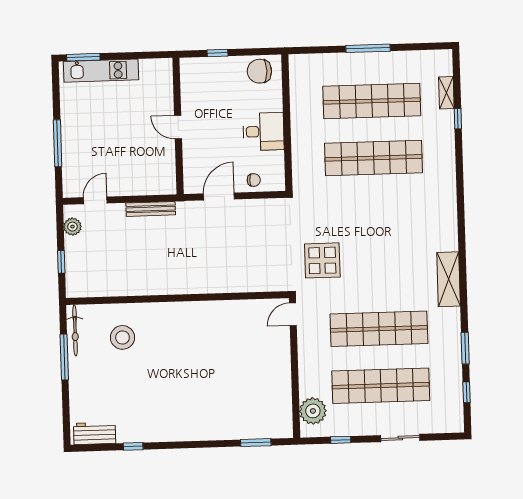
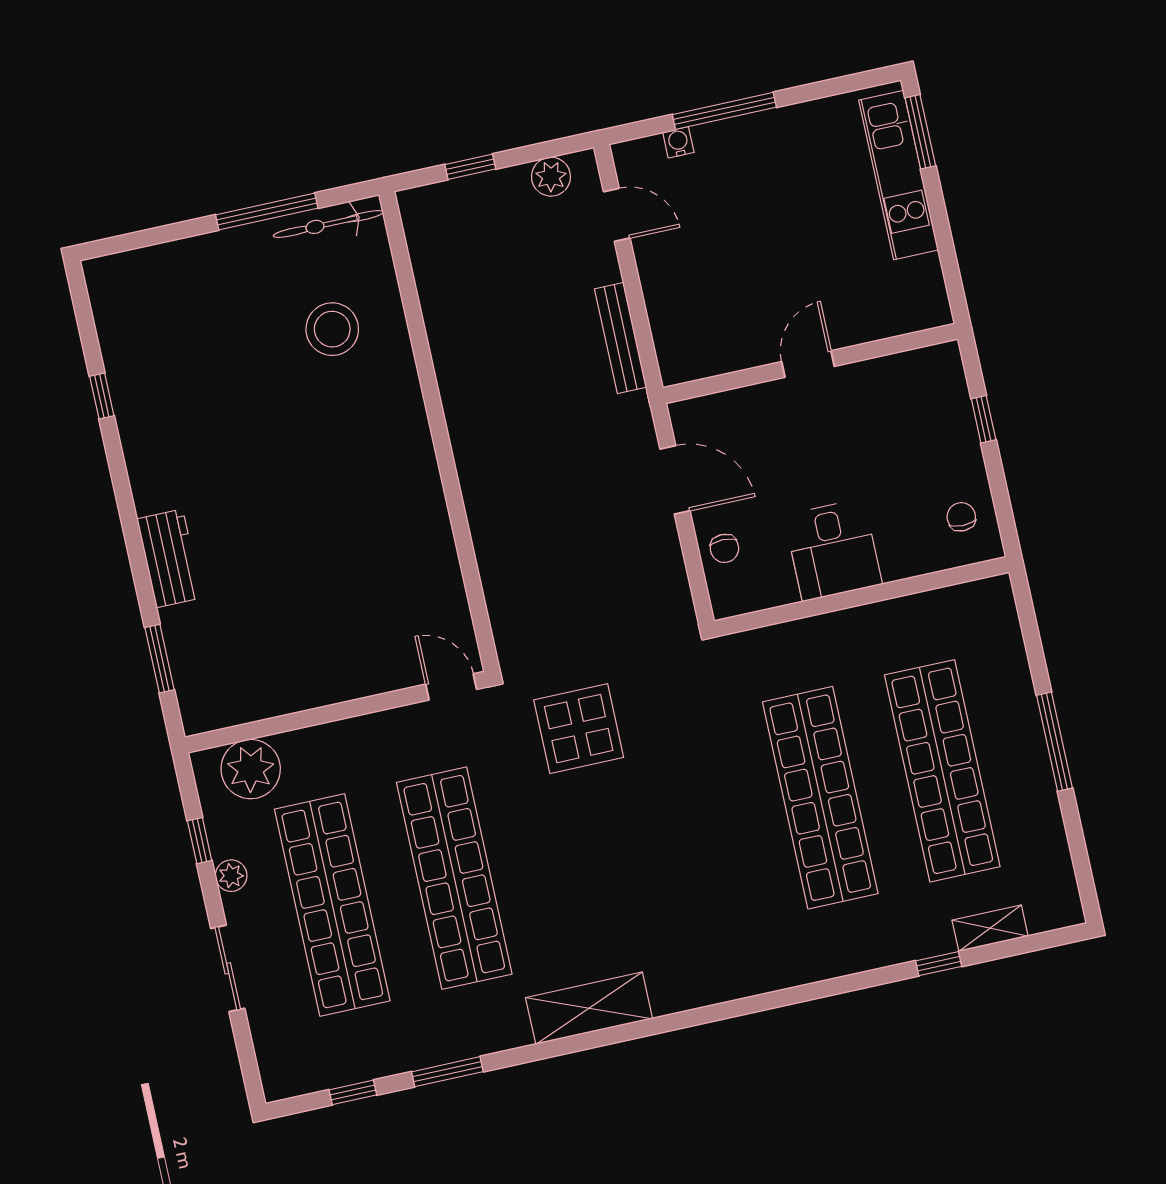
chair: (259, 71) -> (961, 517), width x0.54, depth x0.54
water cooler: (68, 167) -> (678, 142), added
plant: (359, 429) -> (231, 876), added
workbench: (95, 433) -> (169, 558), moved

